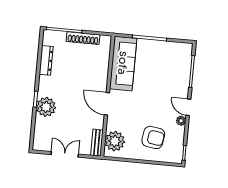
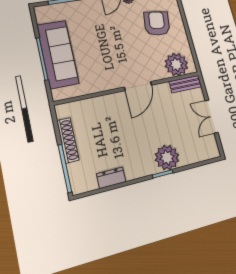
dresser: (46, 60) -> (111, 178), width x0.70
sofa: (123, 63) -> (58, 54), moved, turned 90

